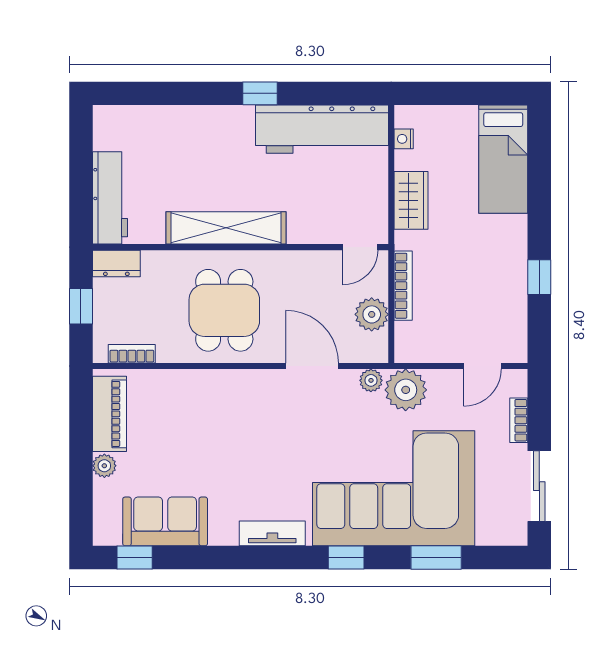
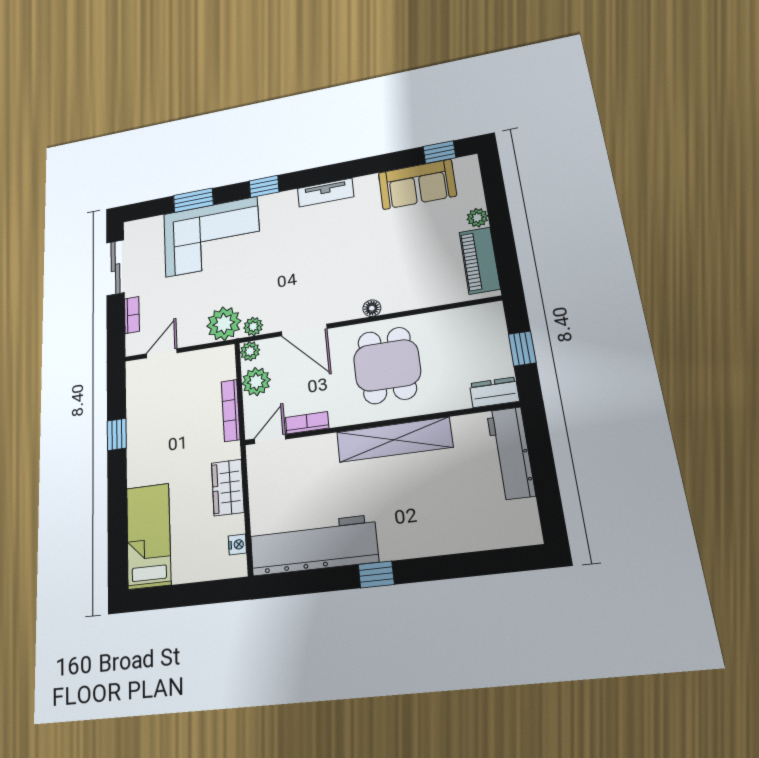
plant: (377, 351) -> (250, 351), added
bookcase: (132, 354) -> (307, 423), moved, turned 180
floor lamp: (234, 379) -> (372, 308), added
corner sofa: (394, 488) -> (212, 237), width x0.73, depth x0.74

